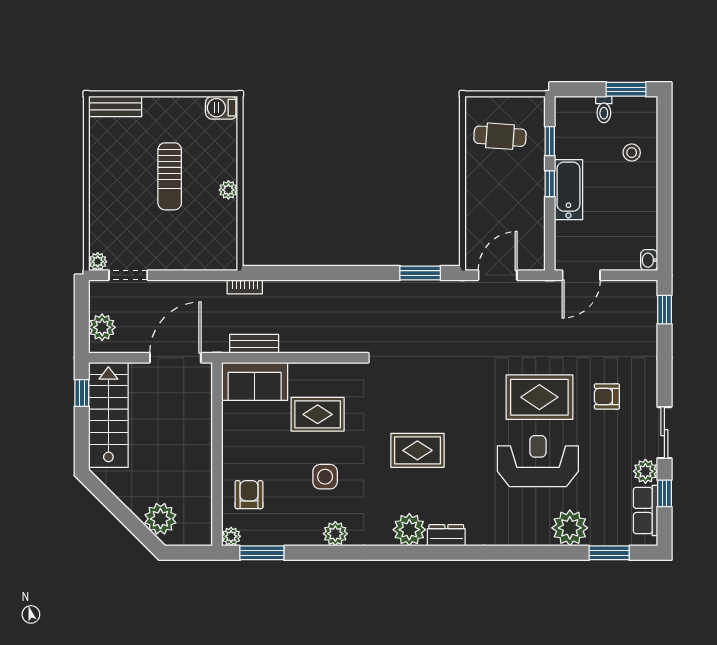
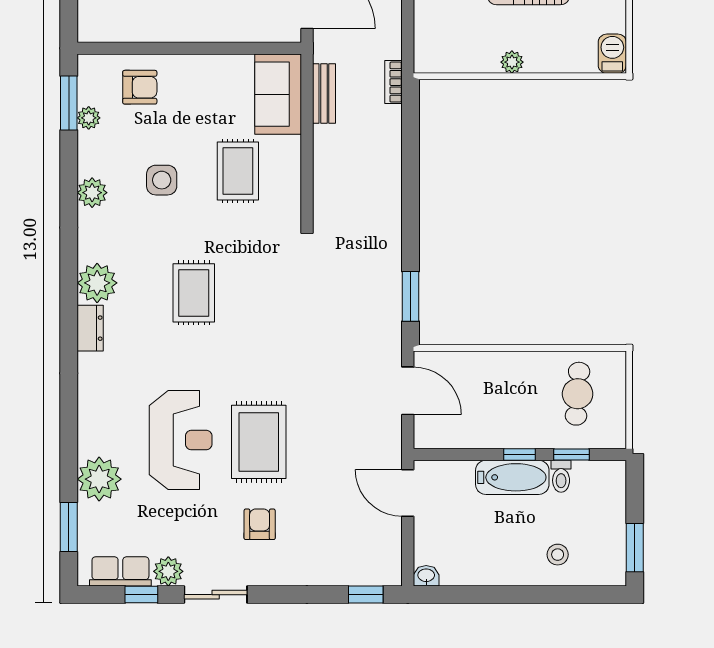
toilet: (604, 109) -> (561, 476), moved, turned -90
plant: (231, 536) -> (89, 118), moved

